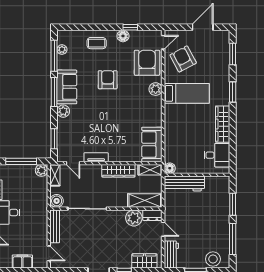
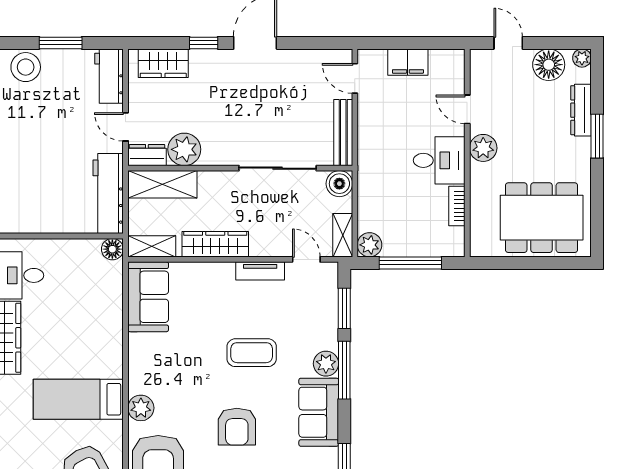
window: (54, 92) -> (344, 370), moved
coffee table: (100, 117) -> (252, 353), added
workbench: (184, 183) -> (108, 194), moved, turned -90

